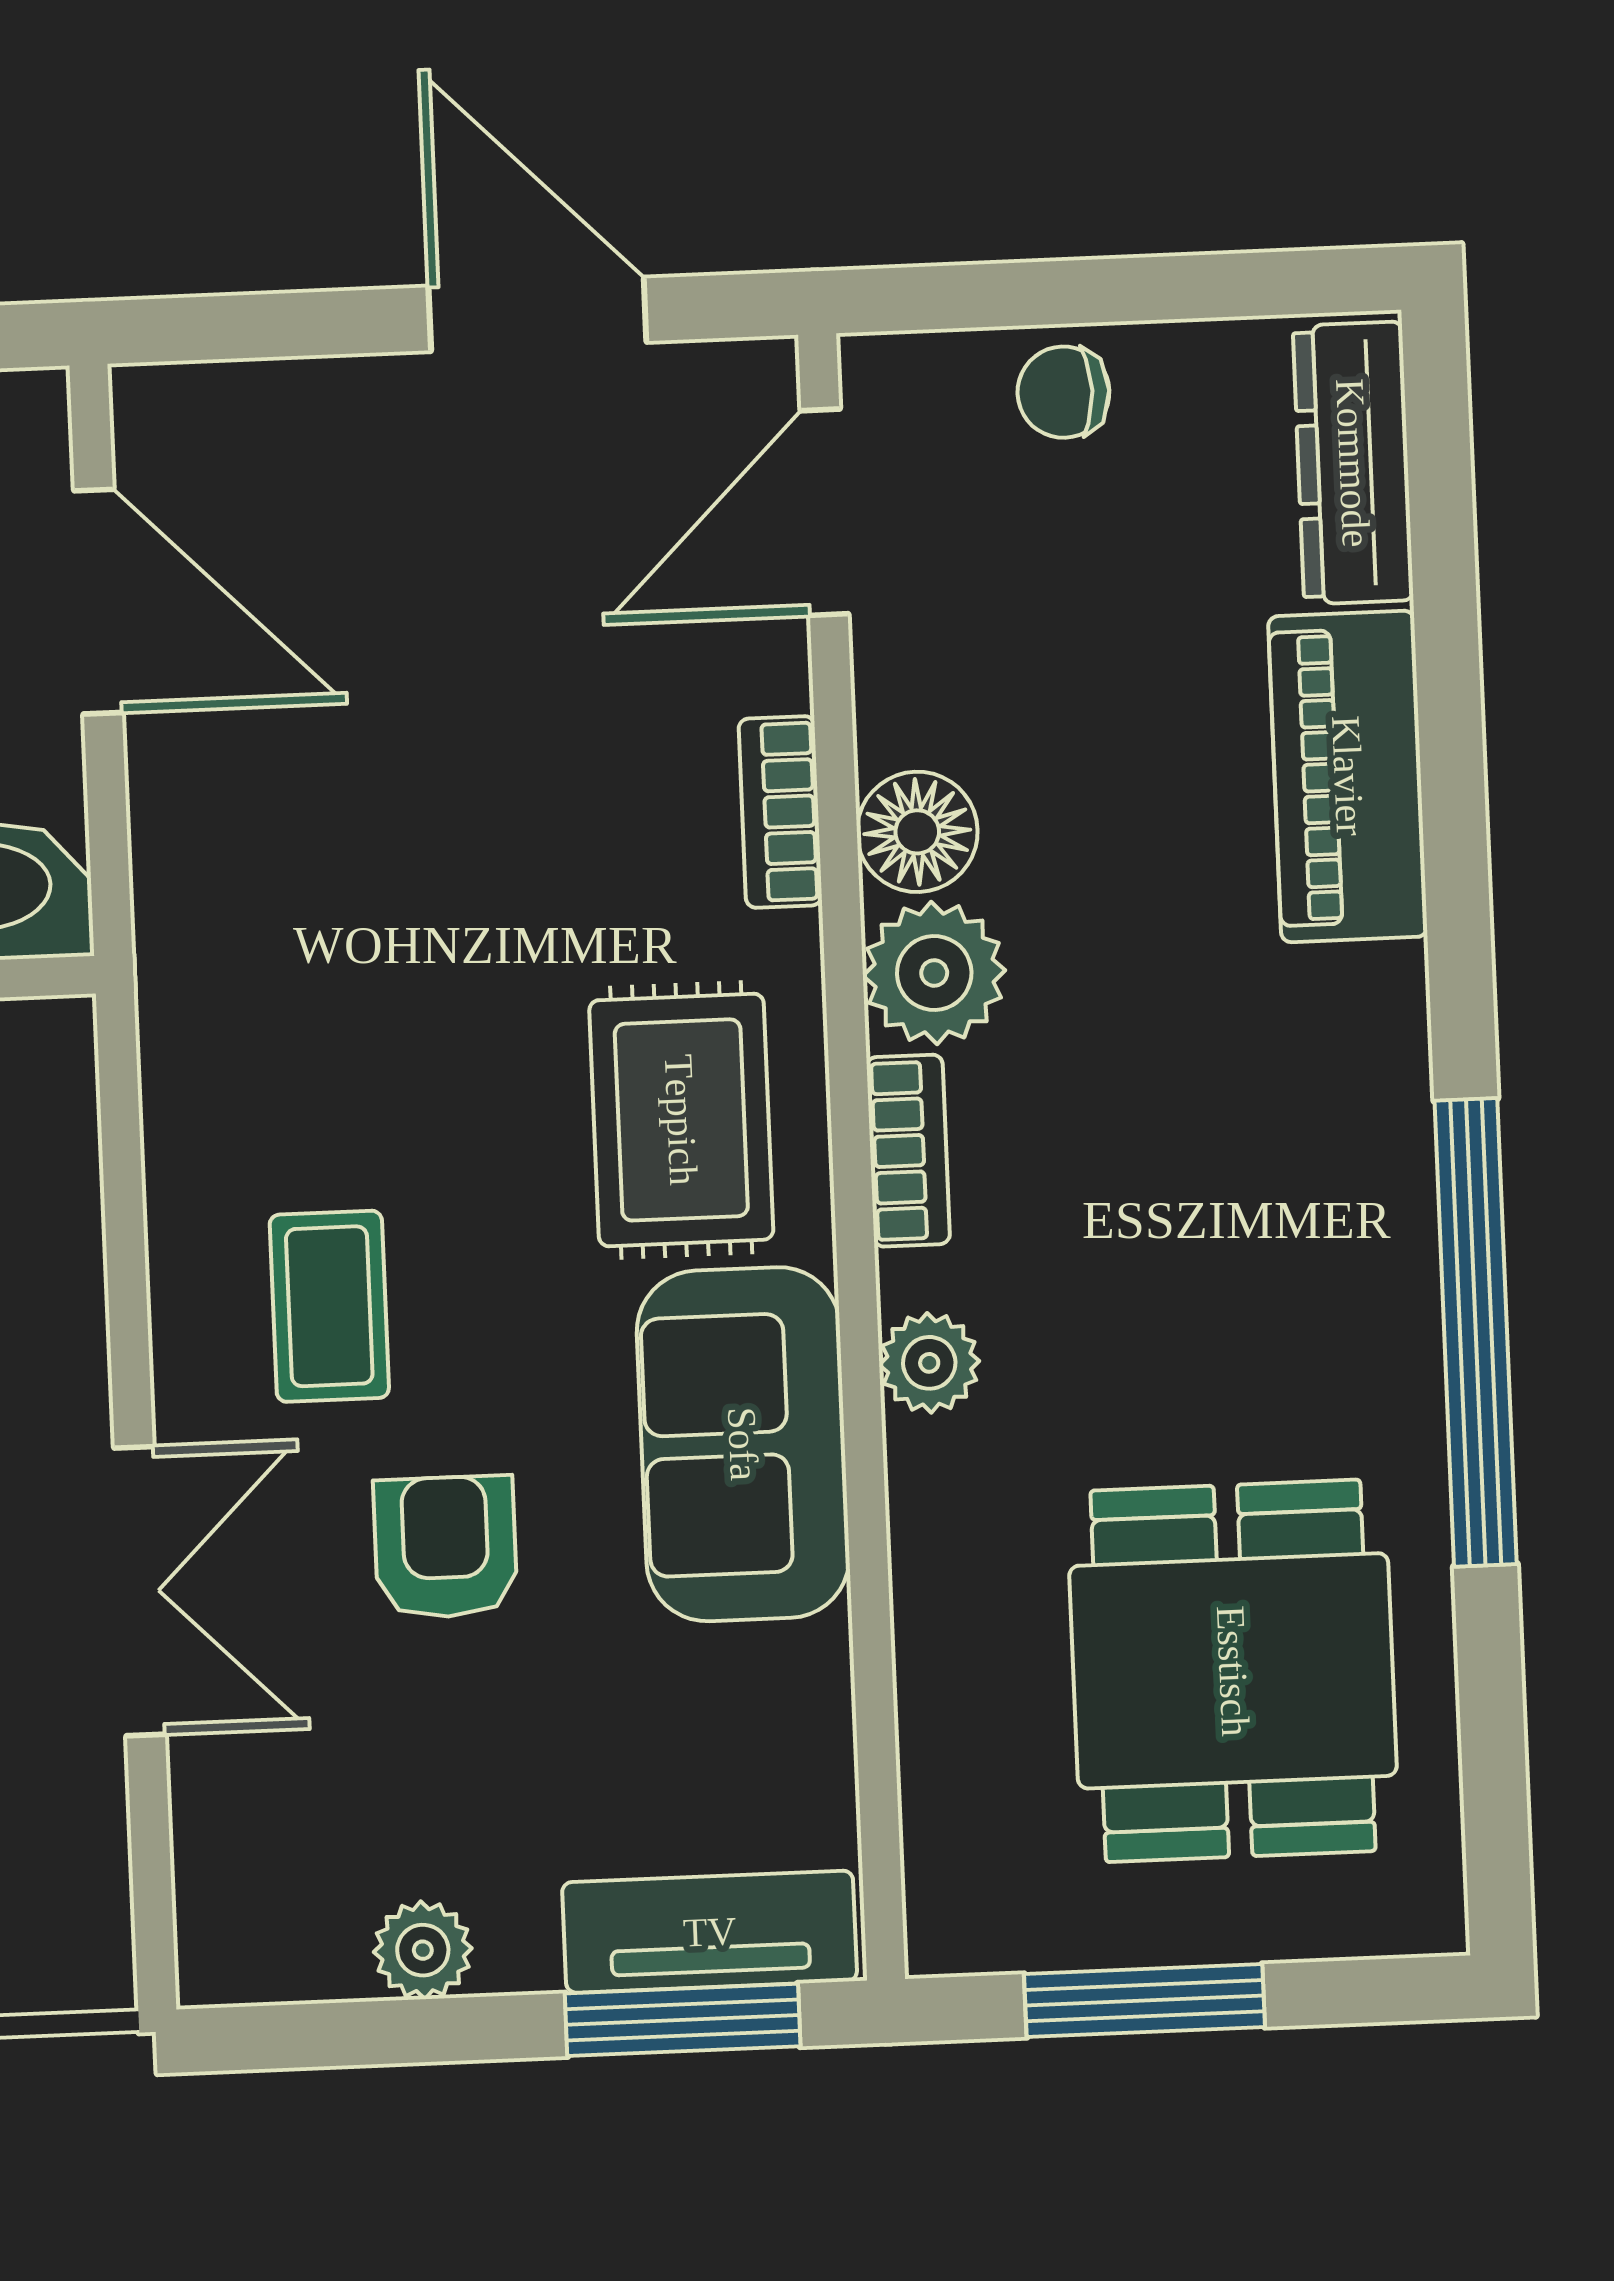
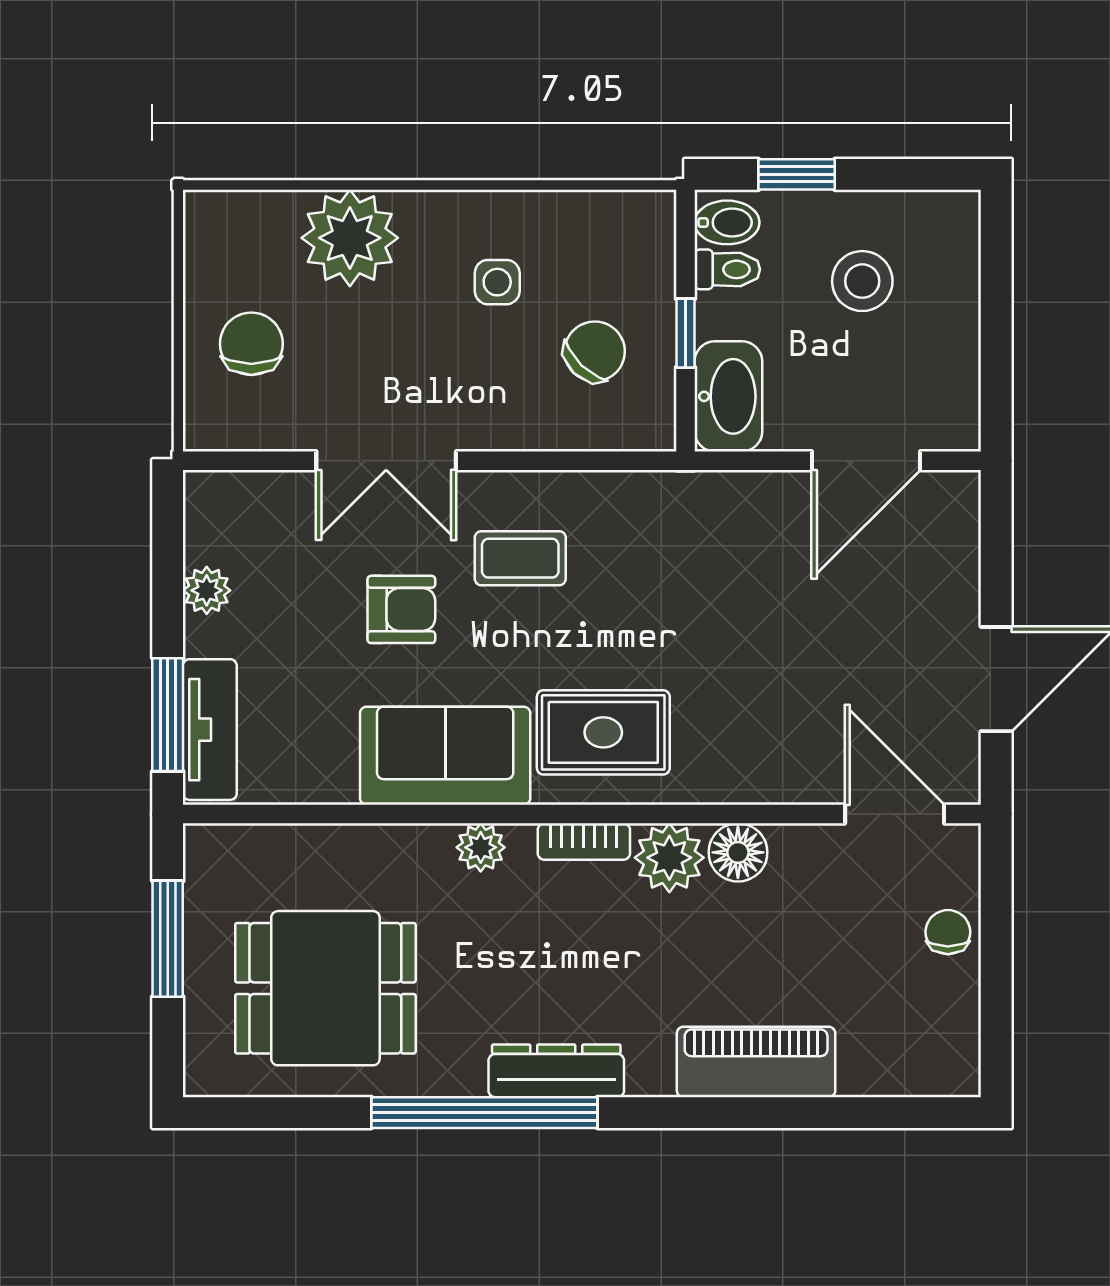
dresser: (1353, 463) -> (556, 1071), moved
bookcase: (780, 812) -> (750, 787), removed

